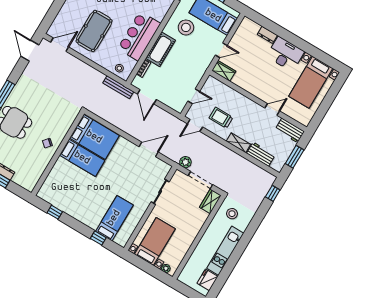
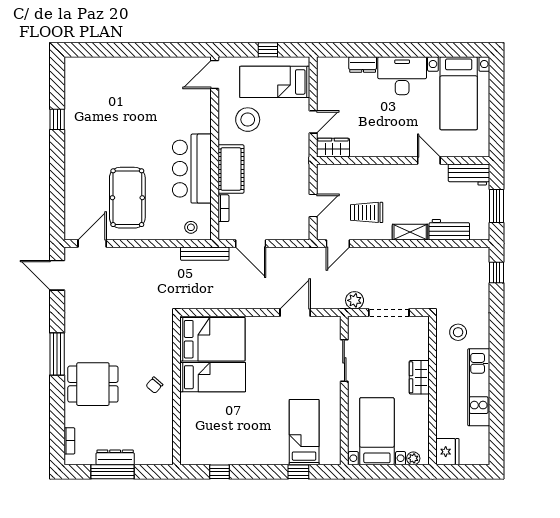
door: (272, 109) -> (429, 160), hinge flipped
wardrobe: (210, 201) -> (419, 377), moved
fridge: (207, 280) -> (447, 452), moved, turned 180

